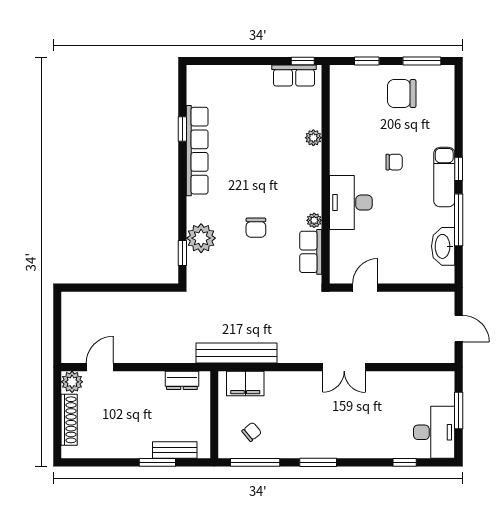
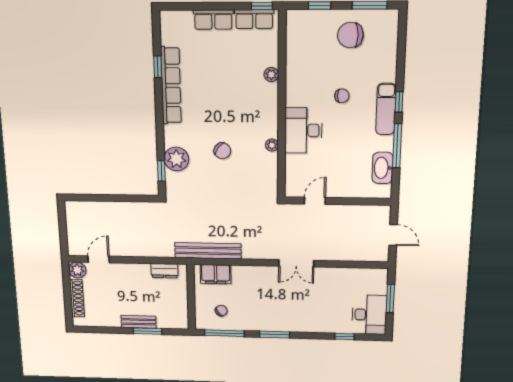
chair: (256, 228) -> (222, 151), turned -53
row of seats: (311, 252) -> (213, 20), moved, turned -90
bench: (175, 450) -> (139, 322), moved

